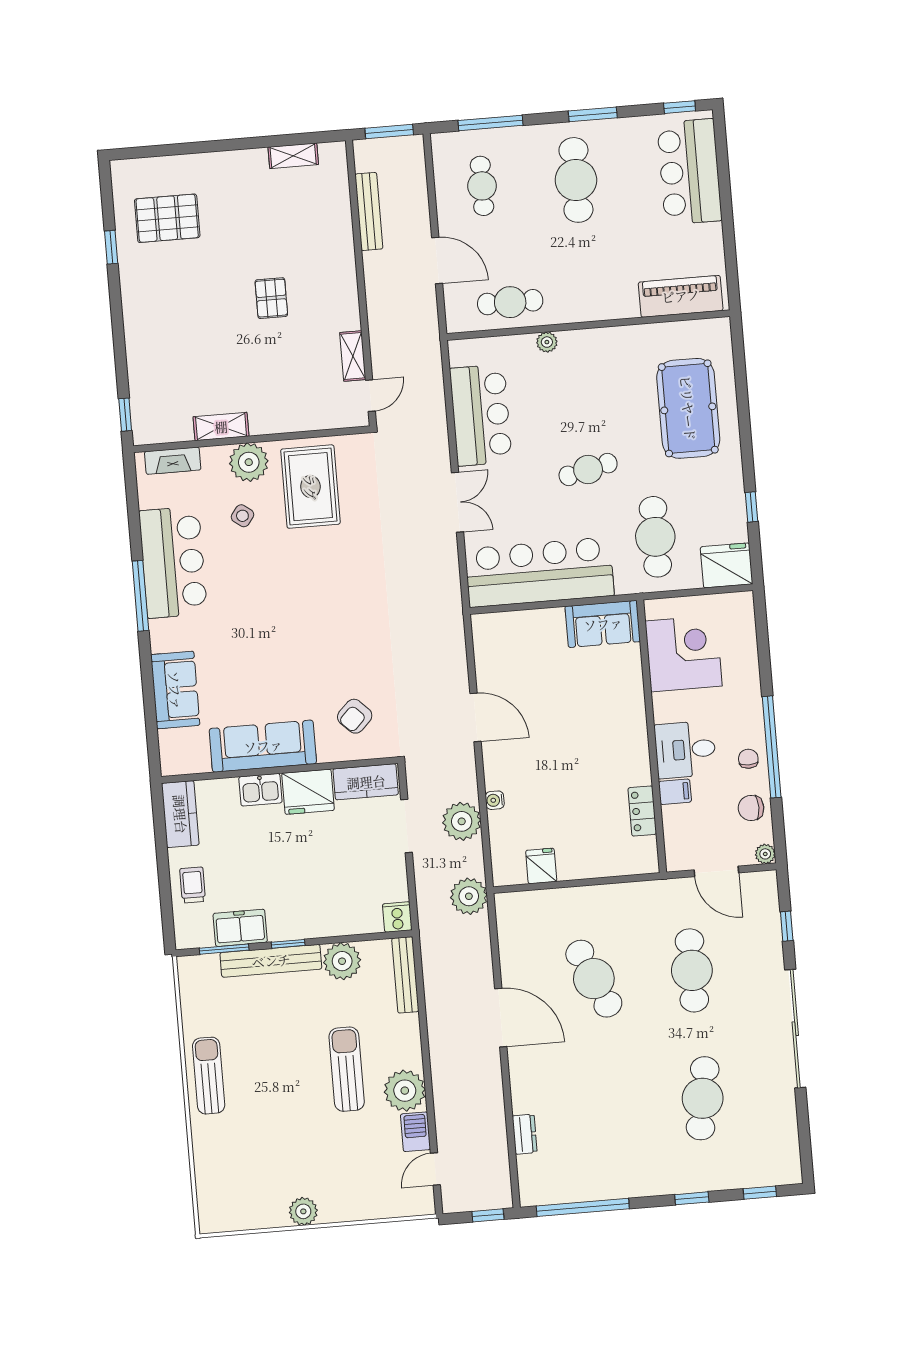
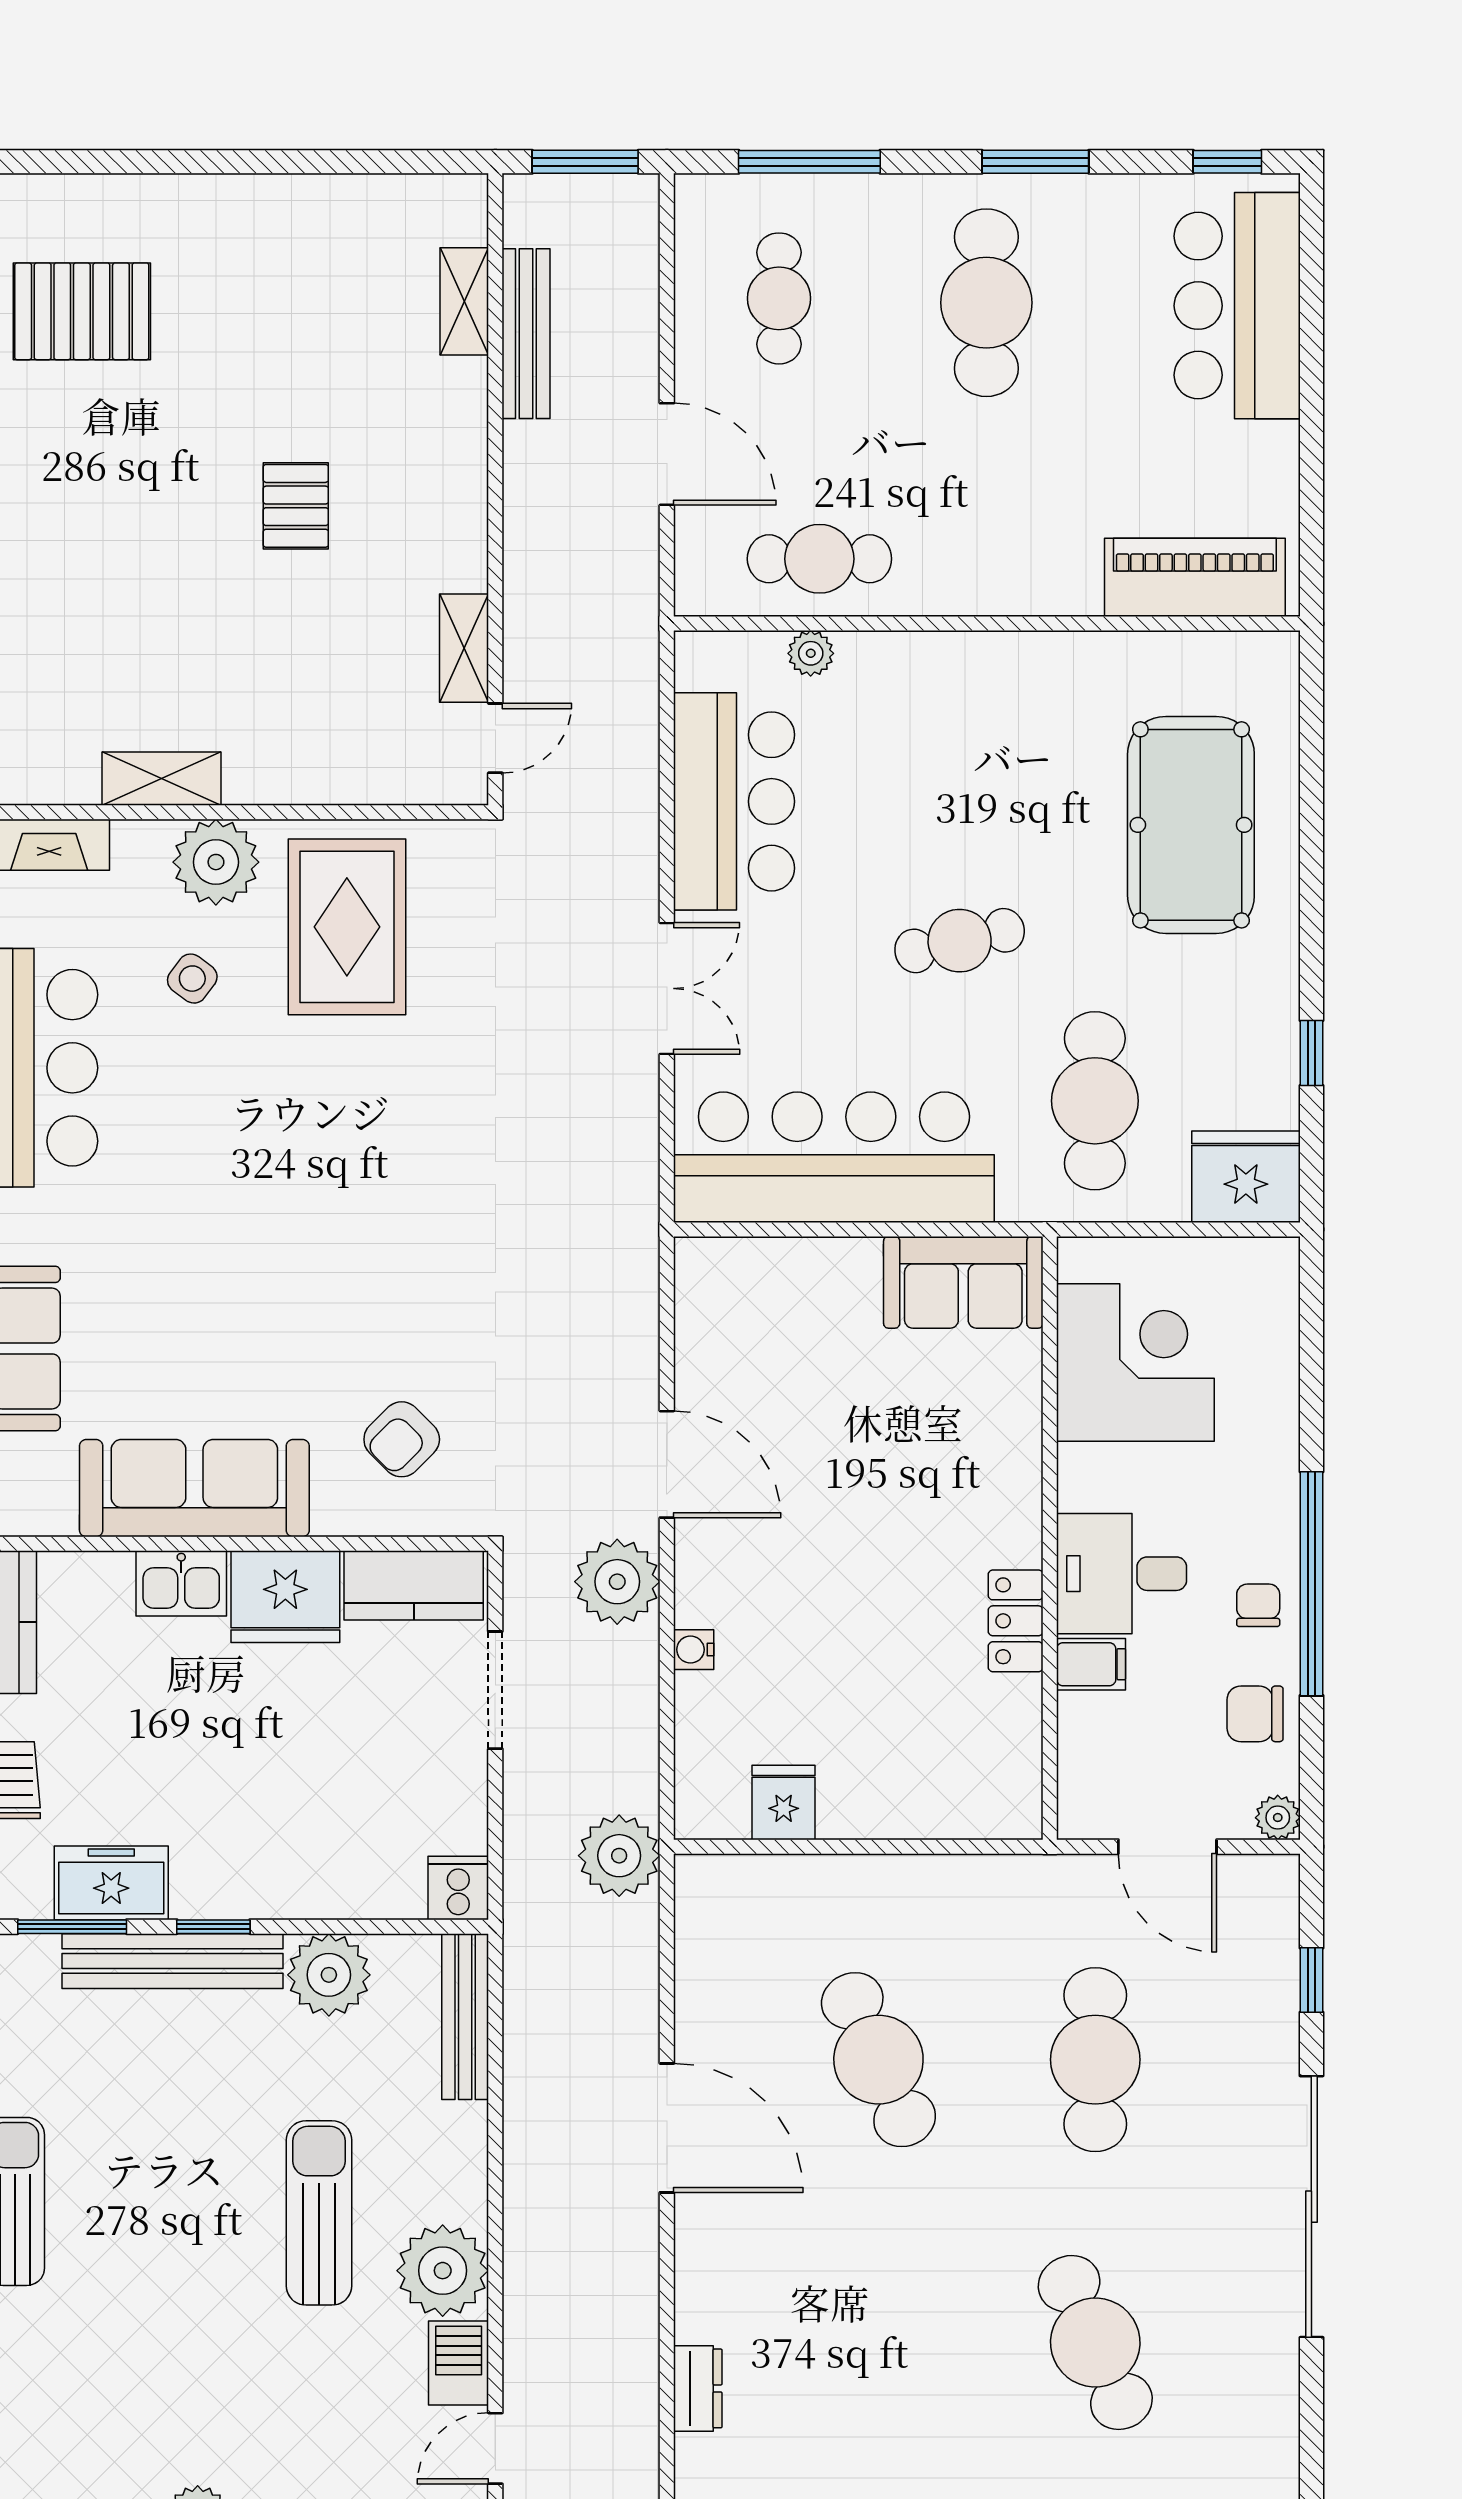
shelving: (293, 156) -> (464, 301), moved, turned 90
plant: (547, 342) -> (811, 653), moved
locker: (642, 811) -> (1016, 1621), moved
plant: (462, 821) -> (617, 1582), moved
cafe table: (703, 1098) -> (1095, 2342), turned -33

